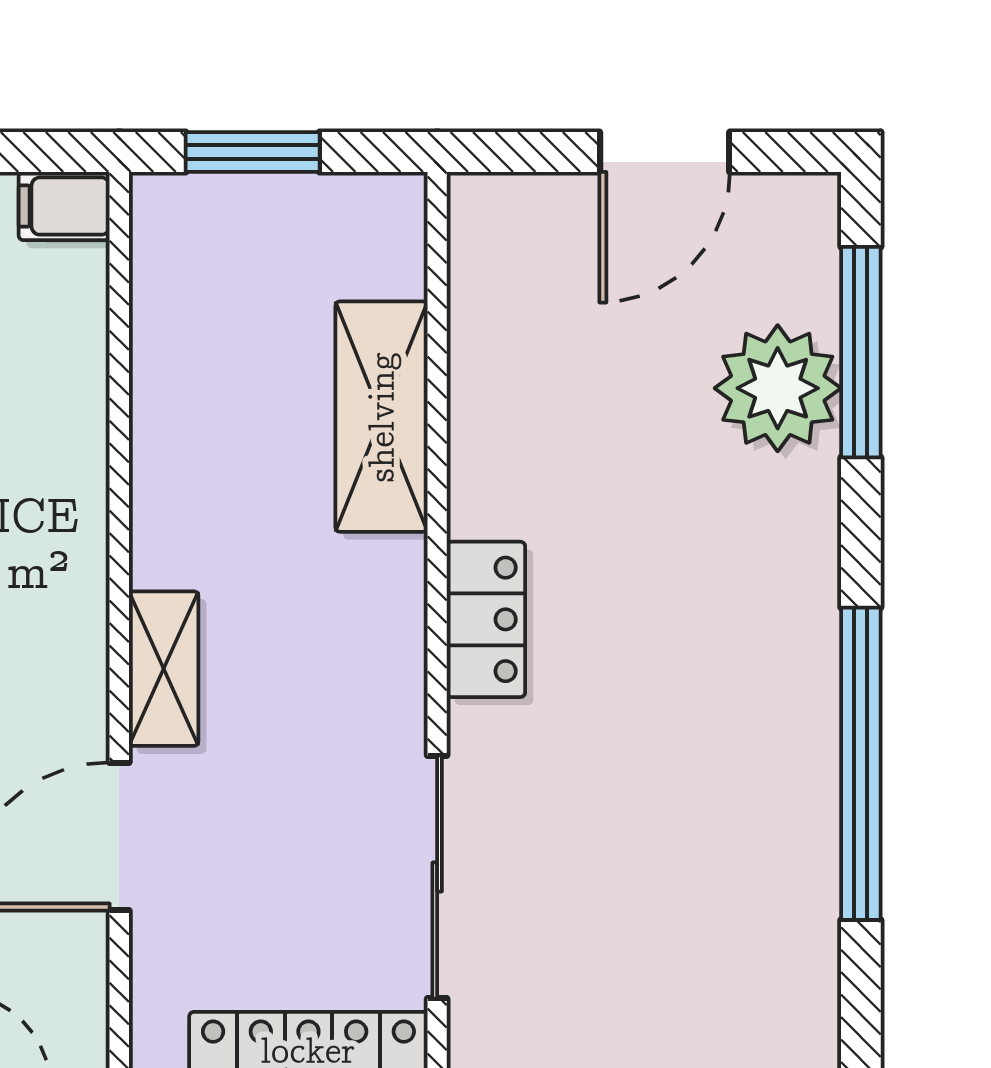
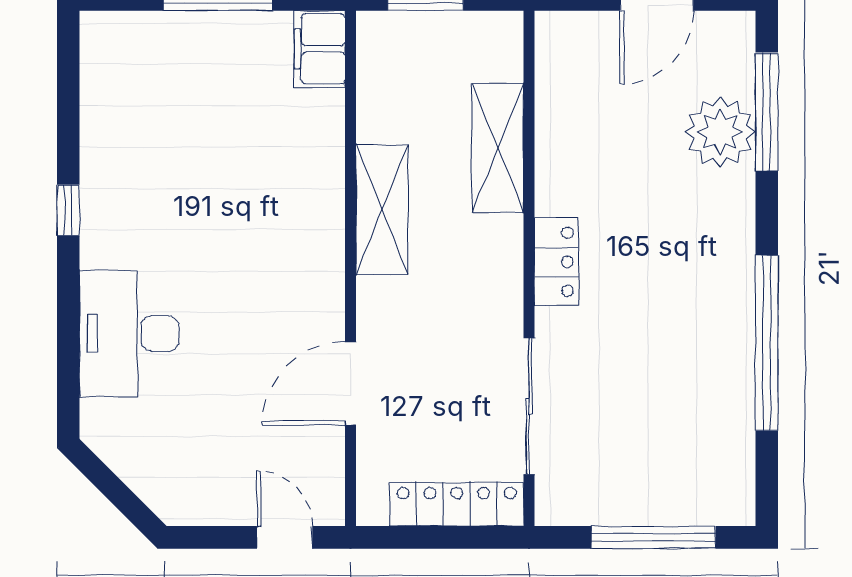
filing cabinet: (64, 206) -> (320, 49), width x2.00
shelving: (164, 669) -> (382, 209), moved, width x1.50, depth x1.33

